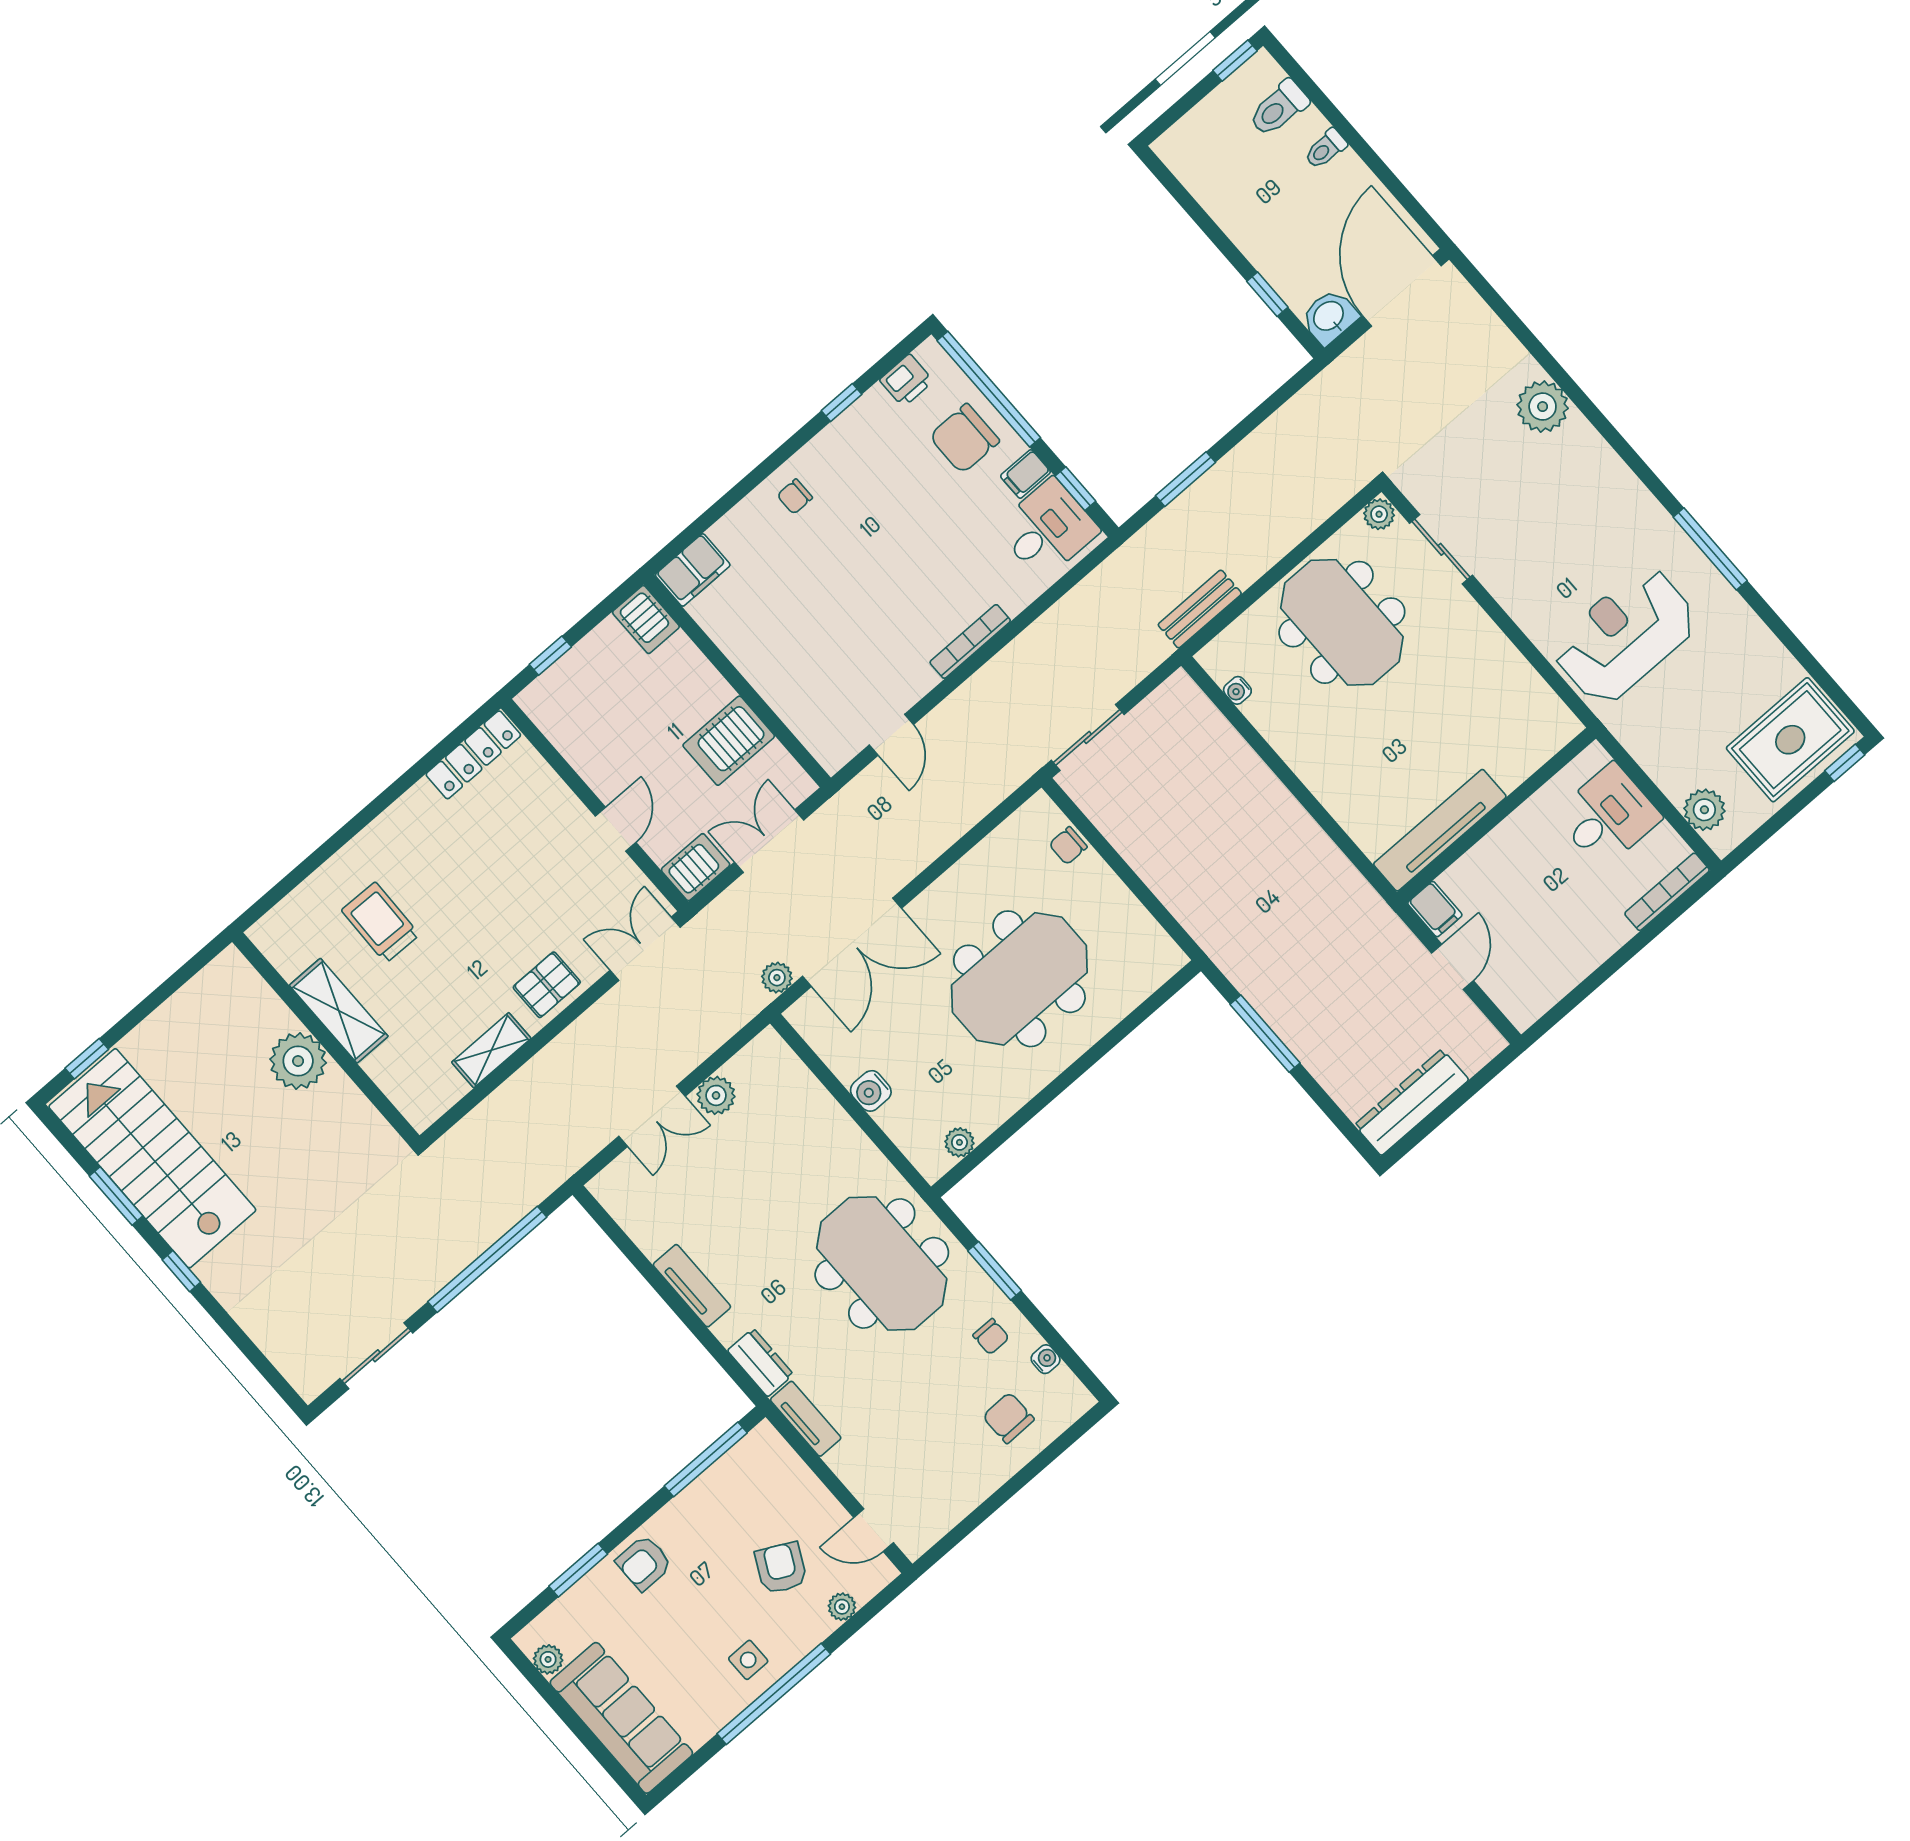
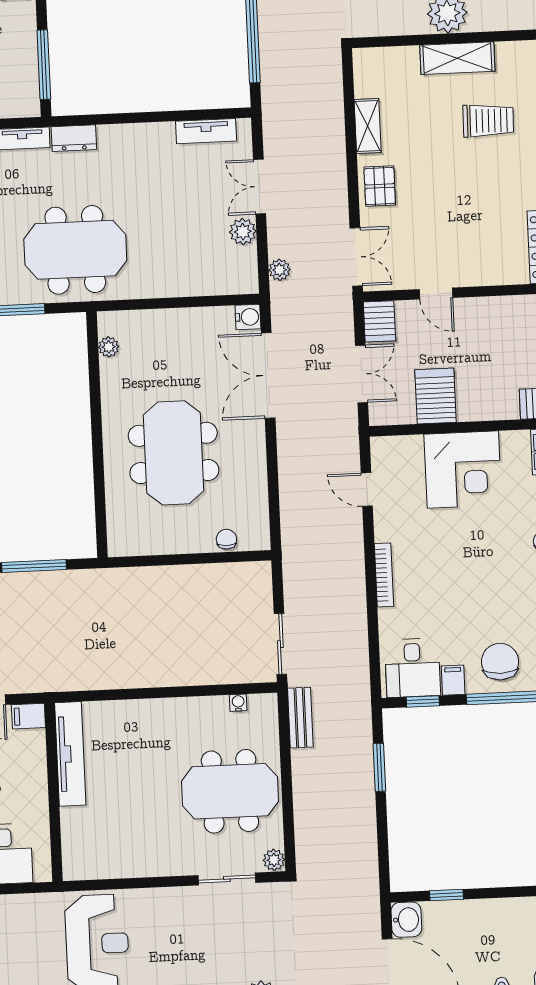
corner desk: (786, 647) -> (463, 470), added
sliding door: (1088, 737) -> (280, 644), moved
plant: (777, 978) -> (280, 270), moved
water cooler: (871, 1091) -> (248, 317), moved, turned 90
tv unit: (692, 1286) -> (206, 131), moved

